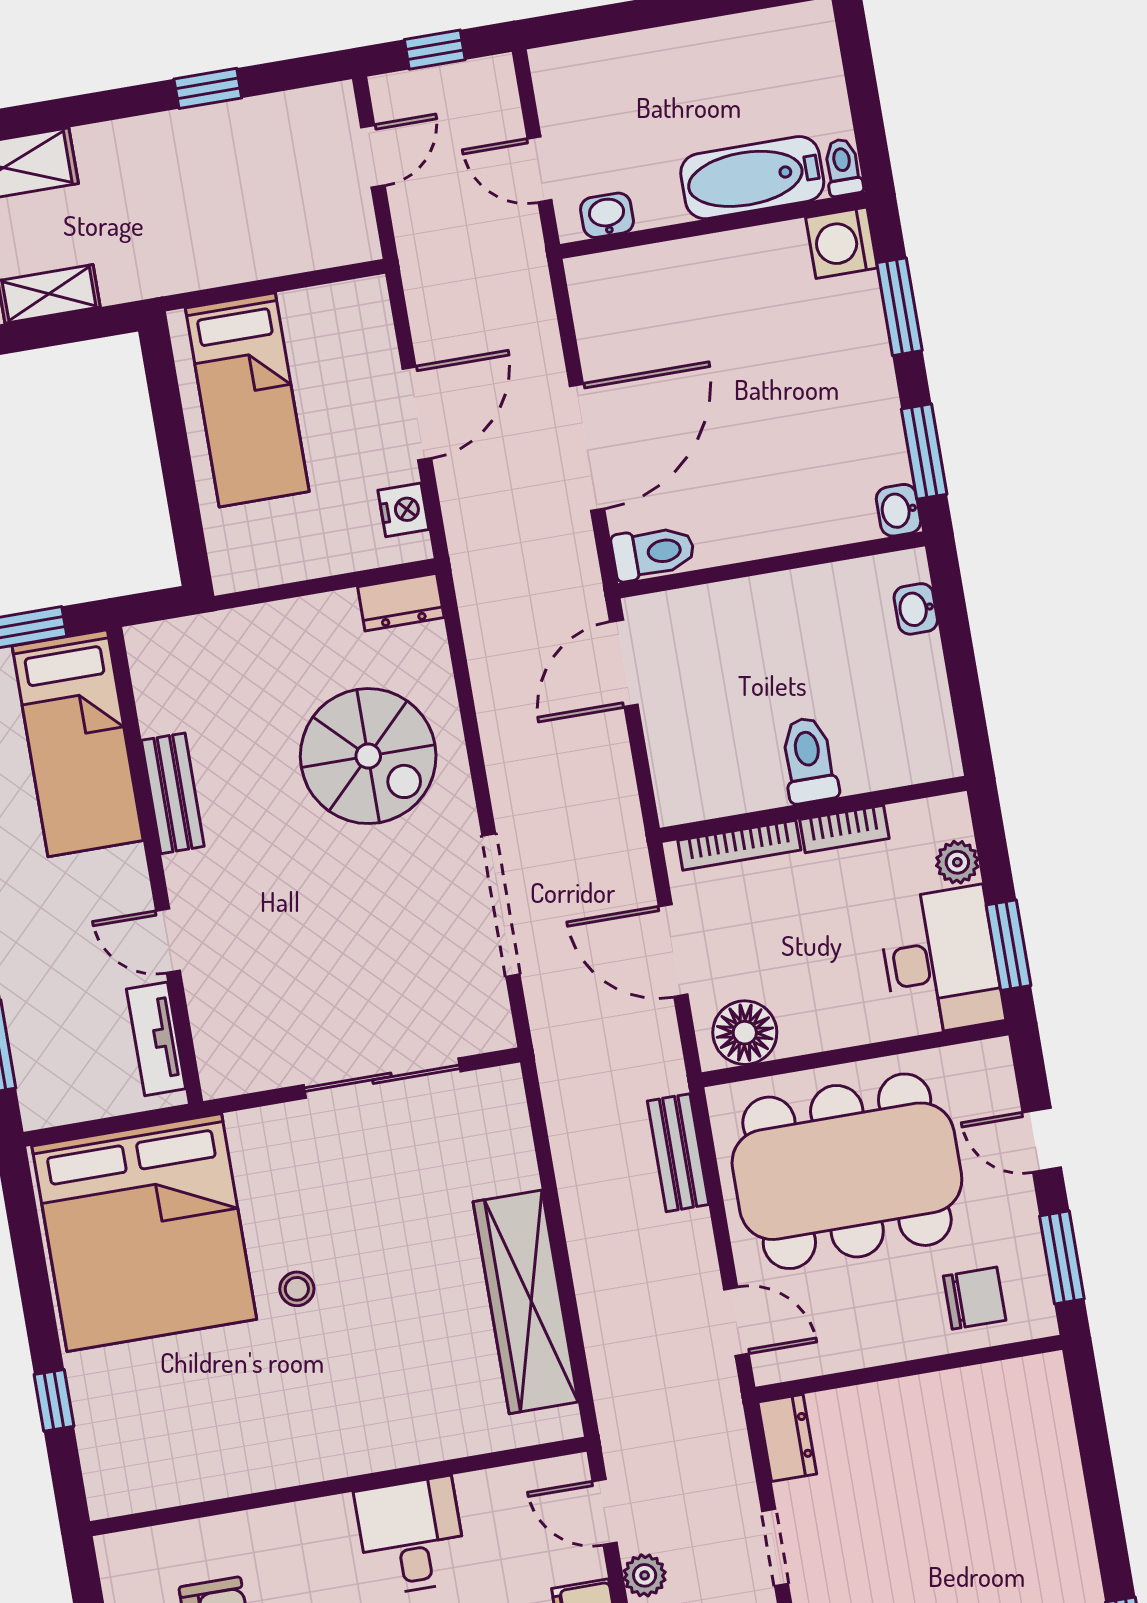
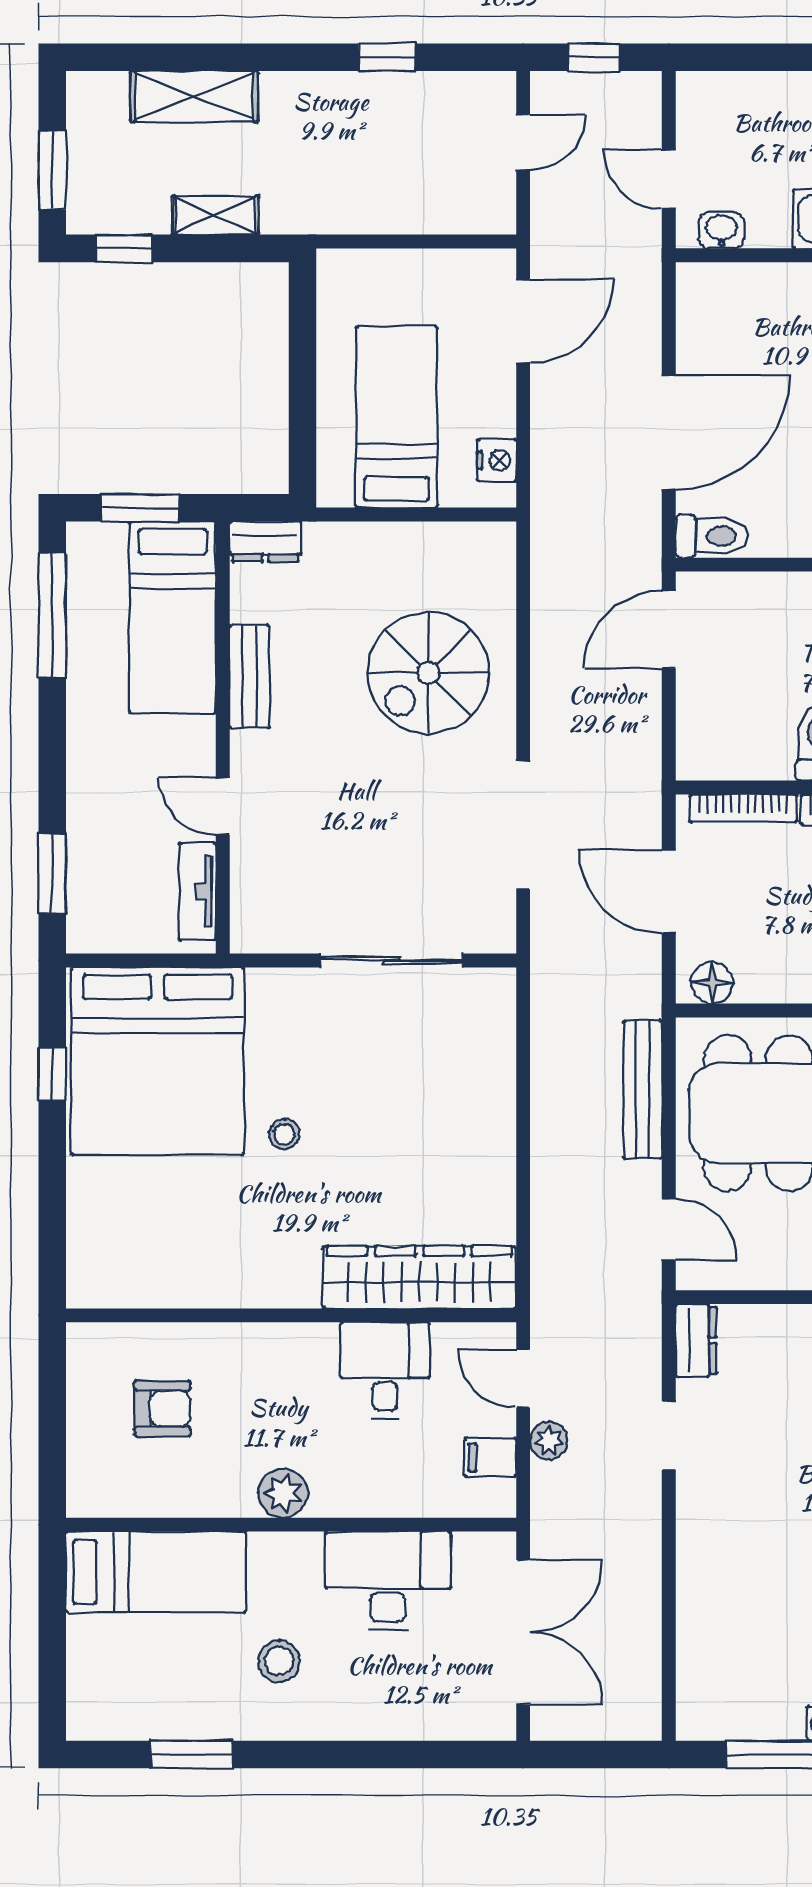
bed: (247, 400) -> (397, 417), moved, turned 180
door: (417, 413) -> (523, 321), moved
dresser: (401, 602) -> (266, 542), moved
spiral stairs: (368, 756) -> (428, 673), turned 90
floor lamp: (745, 1033) -> (712, 983), width x0.73, depth x0.73
bench: (678, 1153) -> (643, 1090), width x1.36
wardrobe: (526, 1302) -> (420, 1277), moved, turned 90
window: (54, 1400) -> (52, 1074), moved
desk: (411, 1536) -> (385, 1370), moved

